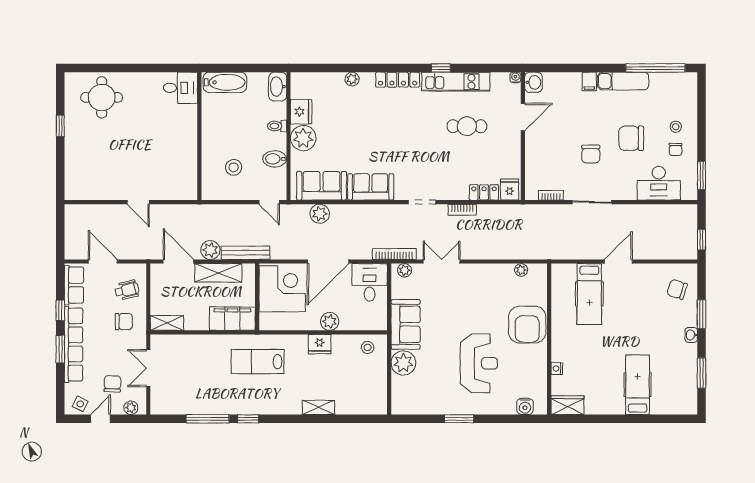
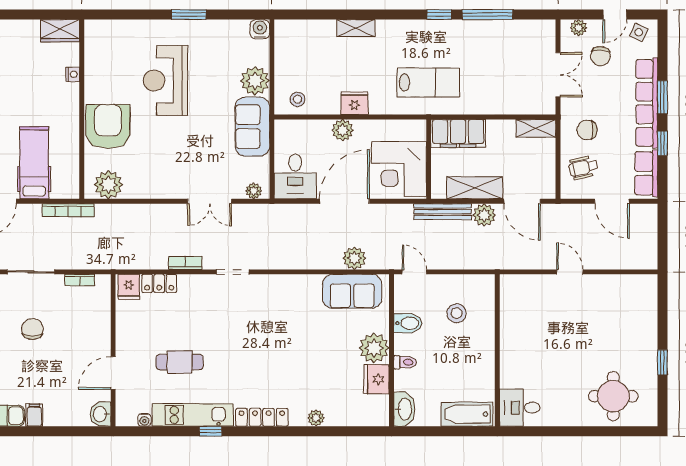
water cooler: (515, 77) -> (144, 420), moved
sofa: (371, 187) -> (294, 290), removed
bookcase: (394, 254) -> (68, 210), moved
plant: (521, 270) -> (108, 185), width x1.88, depth x1.88
water cooler: (525, 406) -> (260, 29), moved

